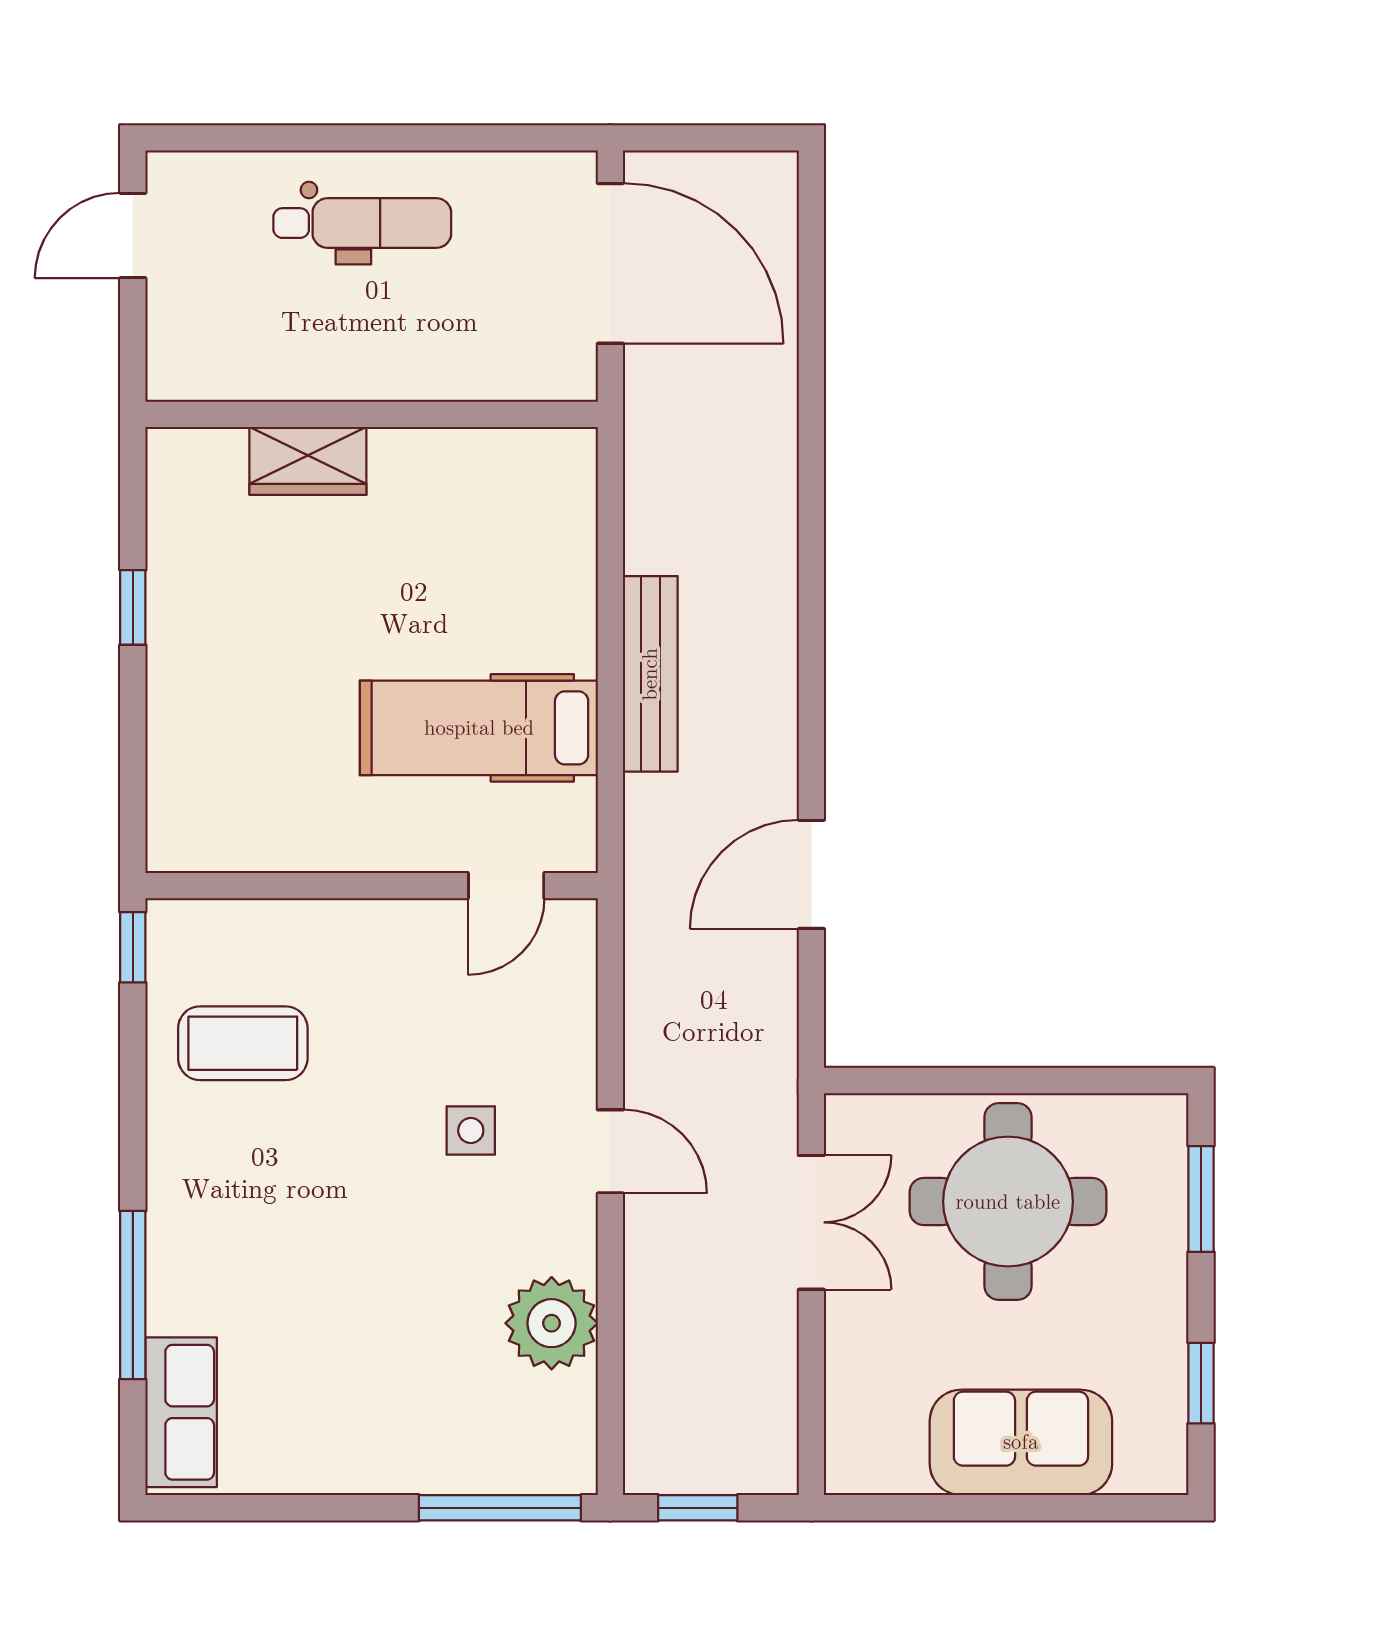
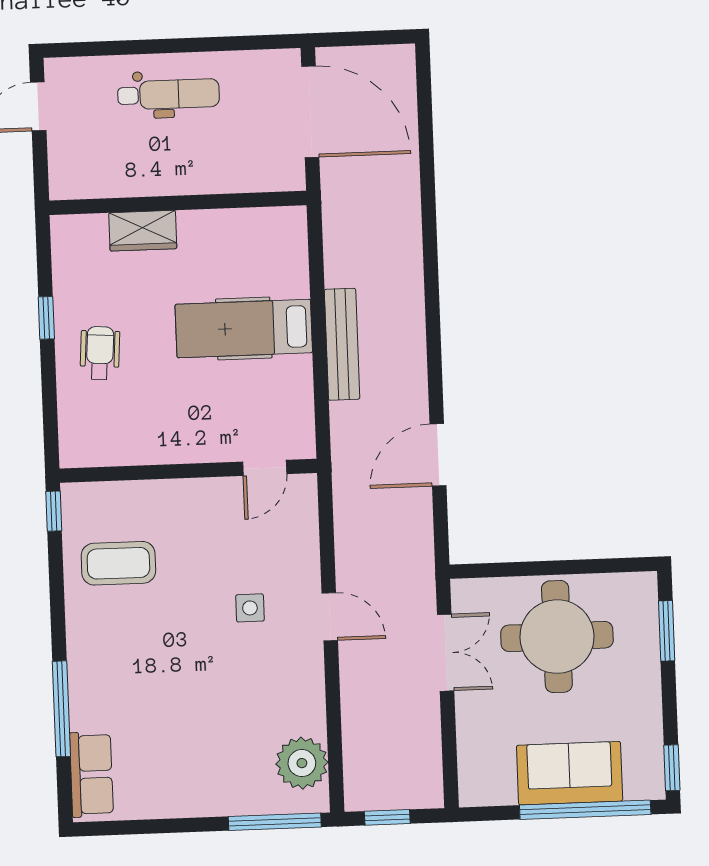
wheelchair: (225, 673) -> (100, 353), added
hospital bed: (479, 728) -> (244, 328), moved
plant: (552, 1323) -> (302, 763), moved
window: (1201, 1383) -> (672, 768), moved
window: (1046, 1508) -> (585, 810), added

